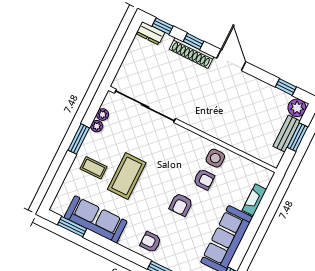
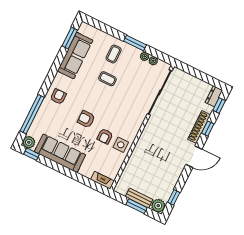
coffee table: (127, 176) -> (107, 79), width x0.54, depth x0.58
fireplace: (254, 200) -> (102, 180), moved

